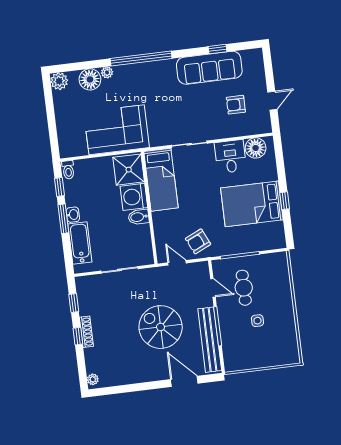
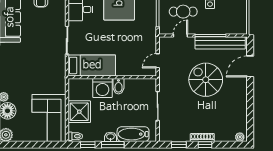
corner sofa: (117, 130) -> (49, 118), moved
shower: (129, 170) -> (79, 112), moved
armchair: (198, 241) -> (143, 43), removed
spiral stairs: (161, 327) -> (206, 80), turned 90

